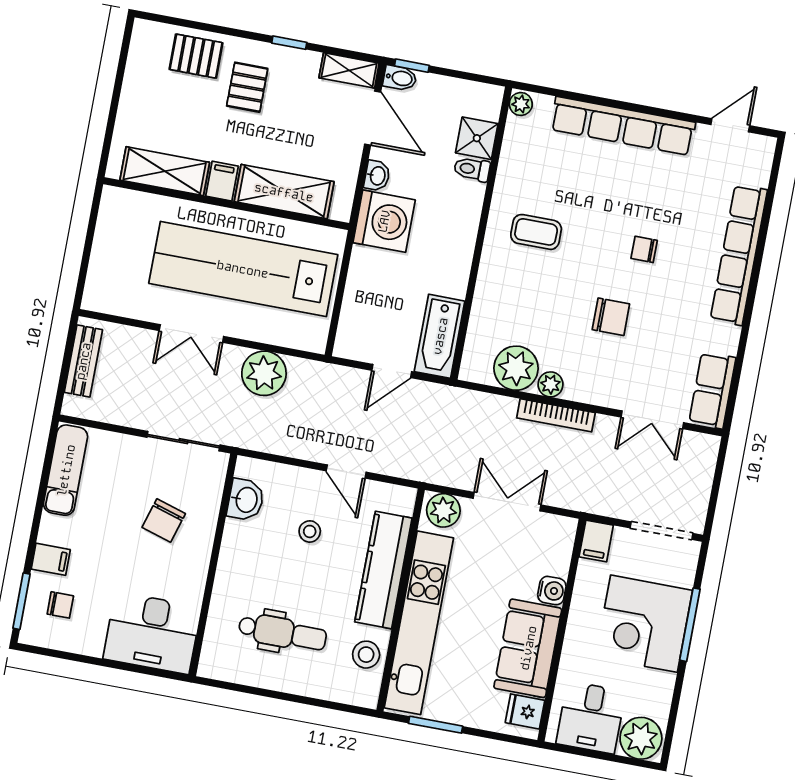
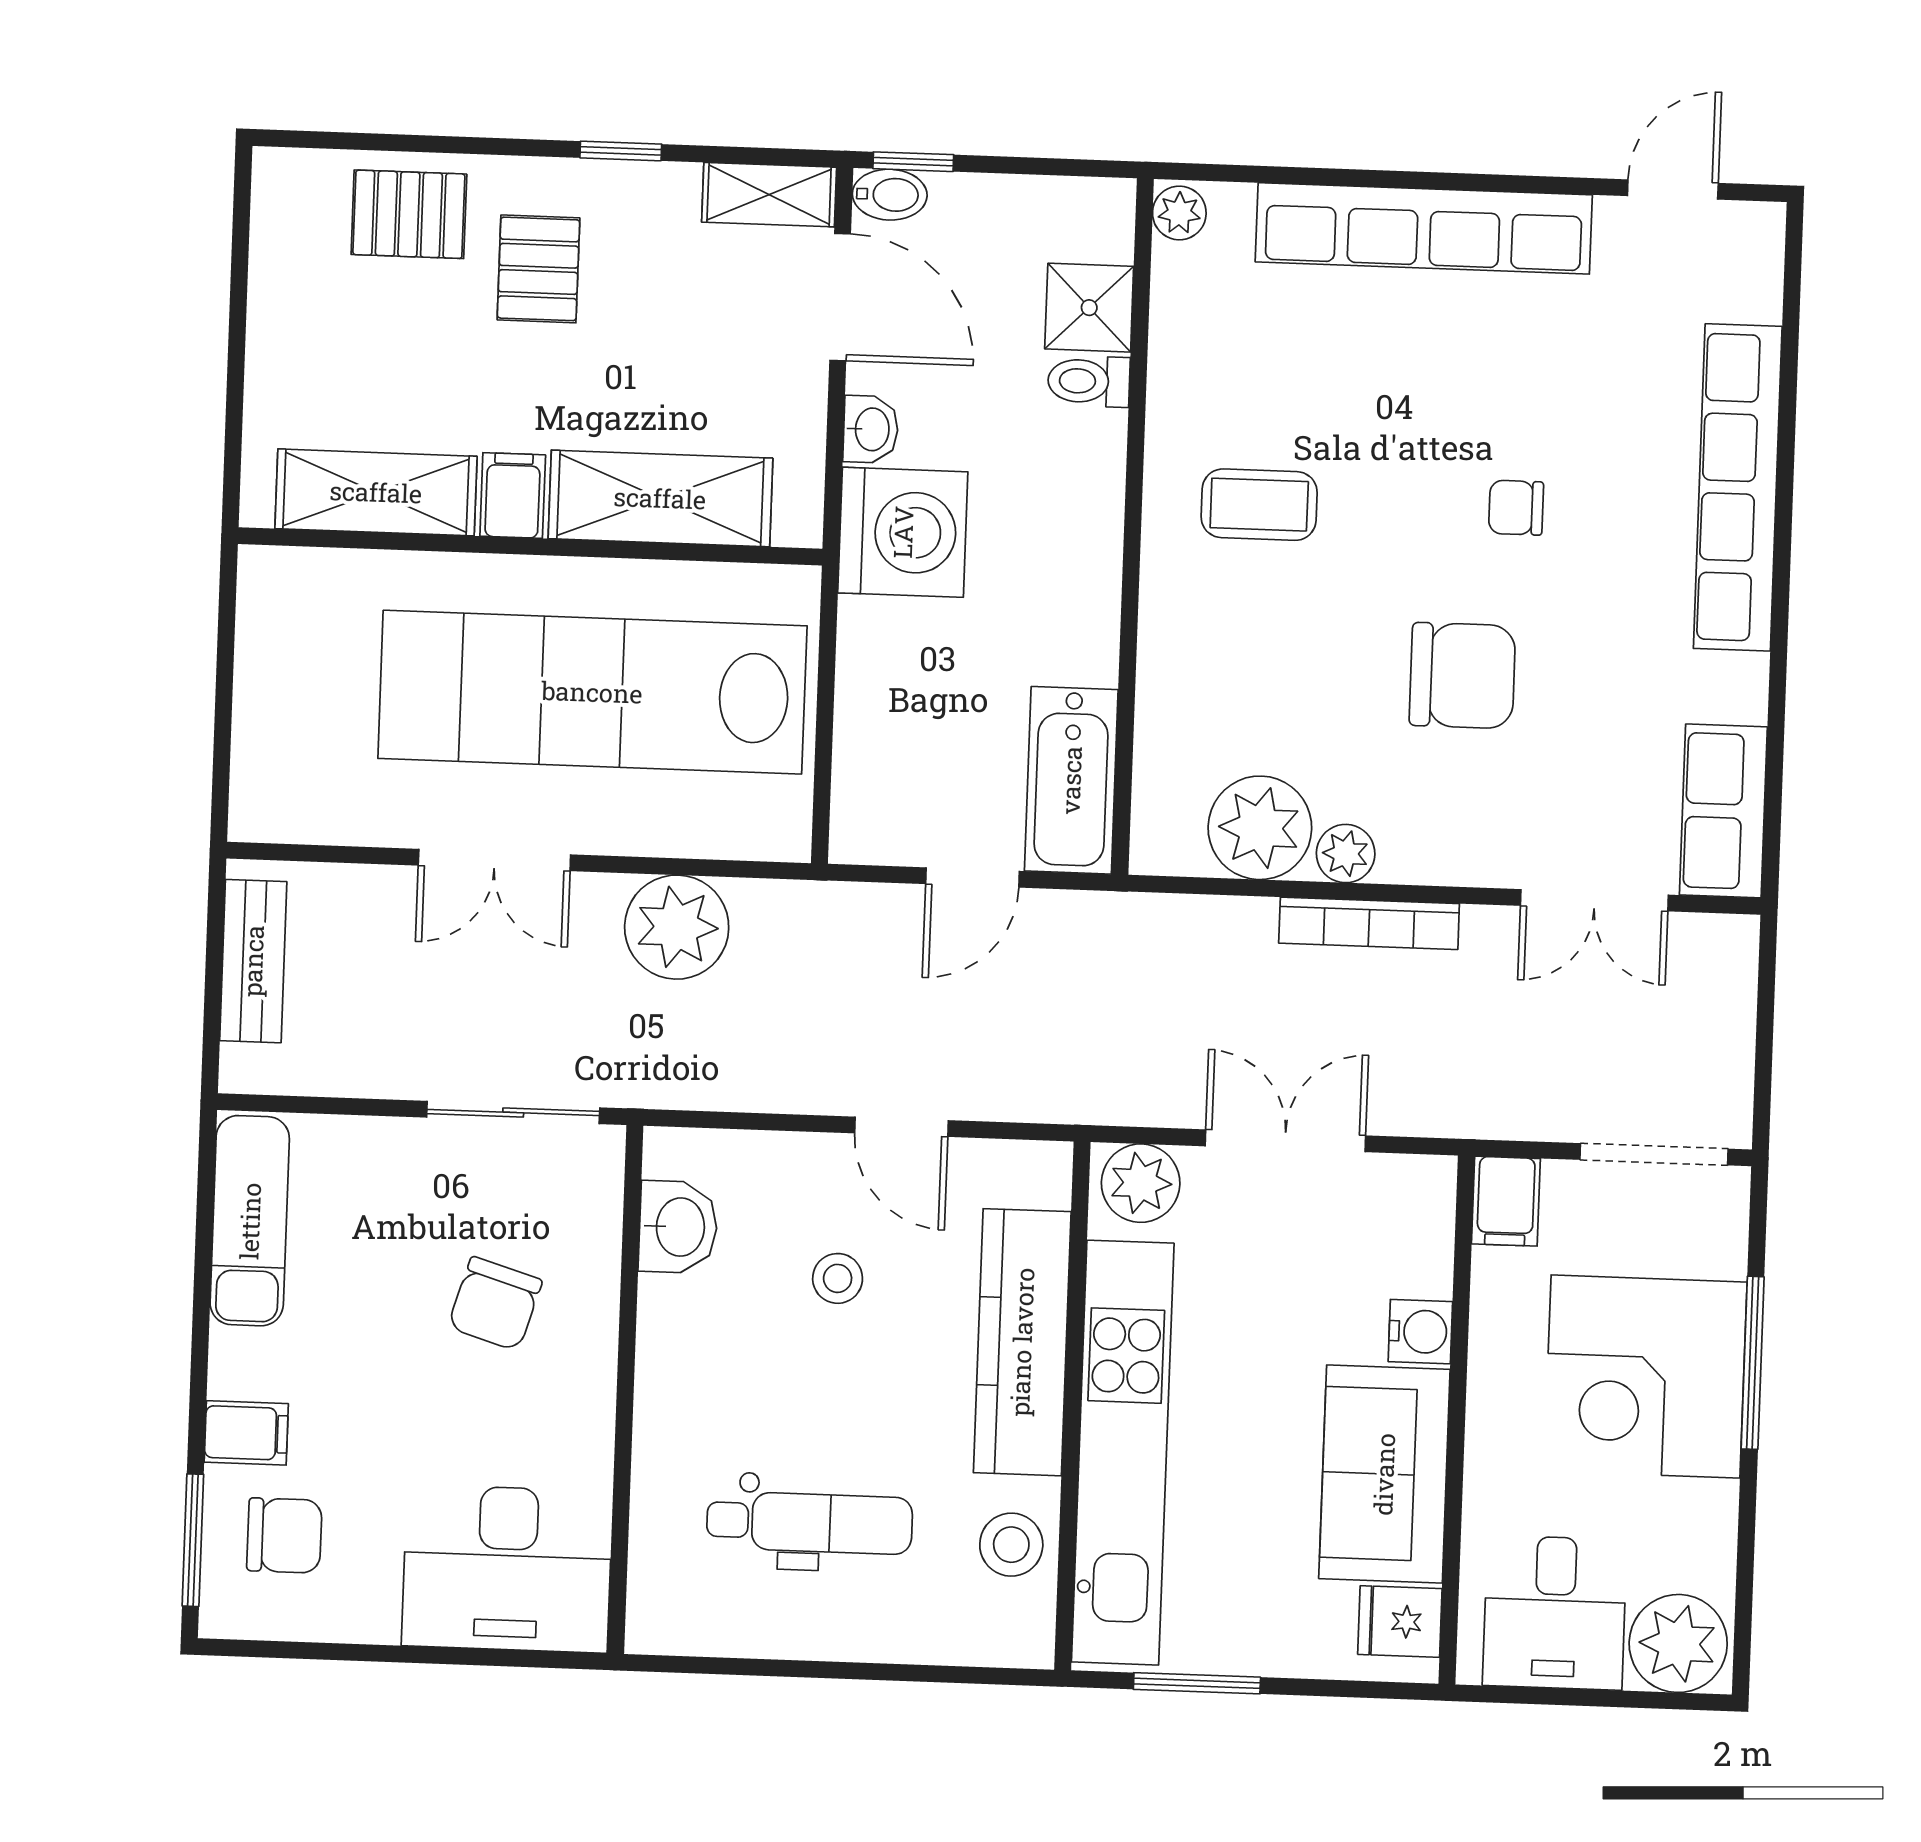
chair: (611, 317) -> (1462, 676), width x1.37, depth x1.37
chair: (60, 605) -> (284, 1535), width x1.37, depth x1.37

